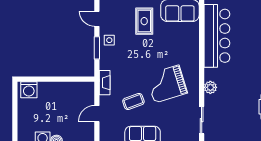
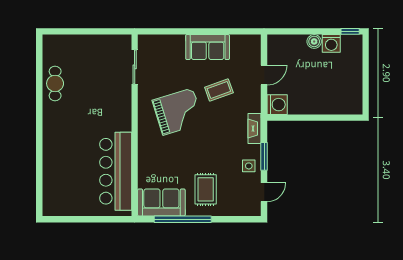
door: (97, 19) -> (264, 192), hinge flipped
fireplace: (105, 83) -> (254, 128), moved
plant: (210, 87) -> (124, 107), removed
washing machine: (29, 90) -> (277, 105), moved, turned 90

